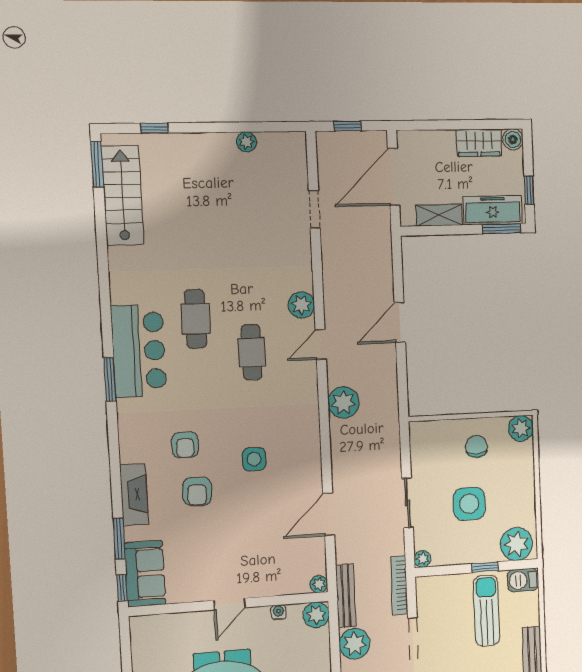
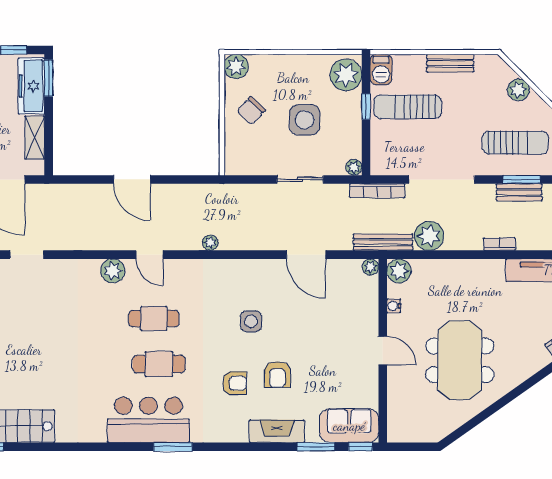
cafe table: (196, 319) -> (159, 364), moved
plant: (343, 402) -> (210, 243), width x0.53, depth x0.53
chair: (476, 447) -> (251, 111), turned -47
armchair: (197, 491) -> (277, 375), turned 87

